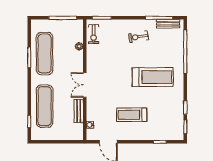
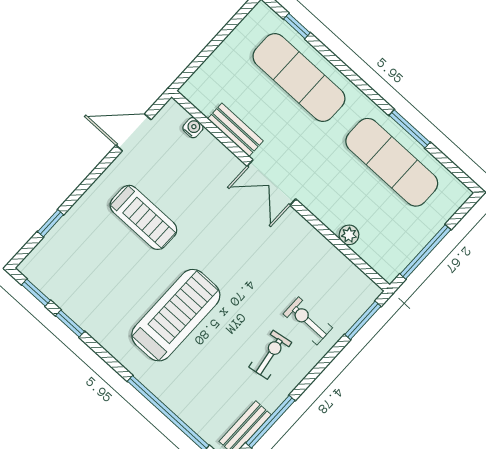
exercise bike: (94, 34) -> (308, 321), moved
treadmill: (153, 77) -> (176, 315), turned 180
double door: (85, 85) -> (271, 182), swing flipped
treadmill: (132, 115) -> (143, 217), turned 90

